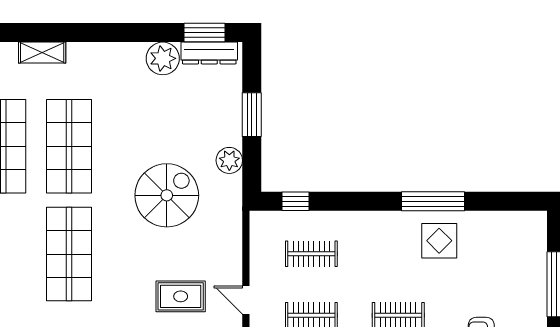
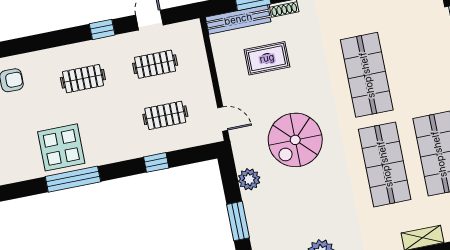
window: (296, 201) -> (156, 162), moved
display table: (439, 241) -> (61, 147), width x1.36, depth x1.36
door: (246, 300) -> (223, 119), moved

